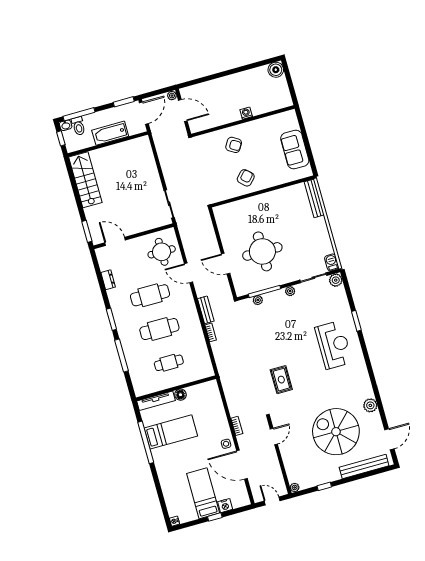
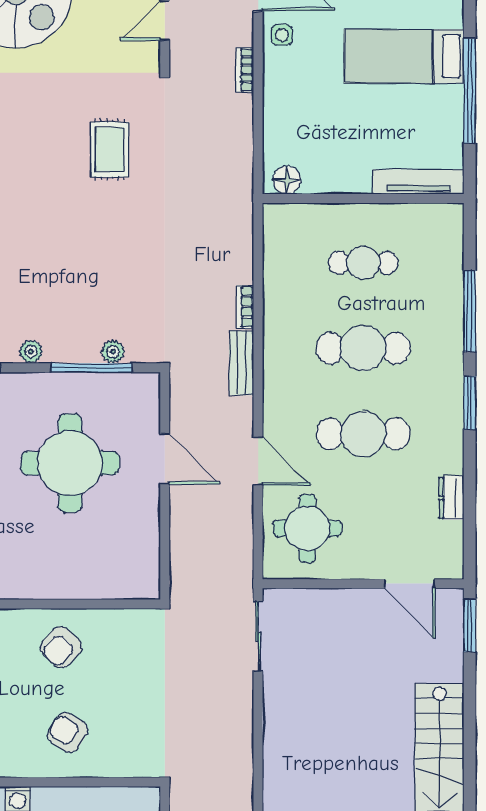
floor lamp: (180, 395) -> (287, 180), moved
bed: (171, 432) -> (404, 56), moved

